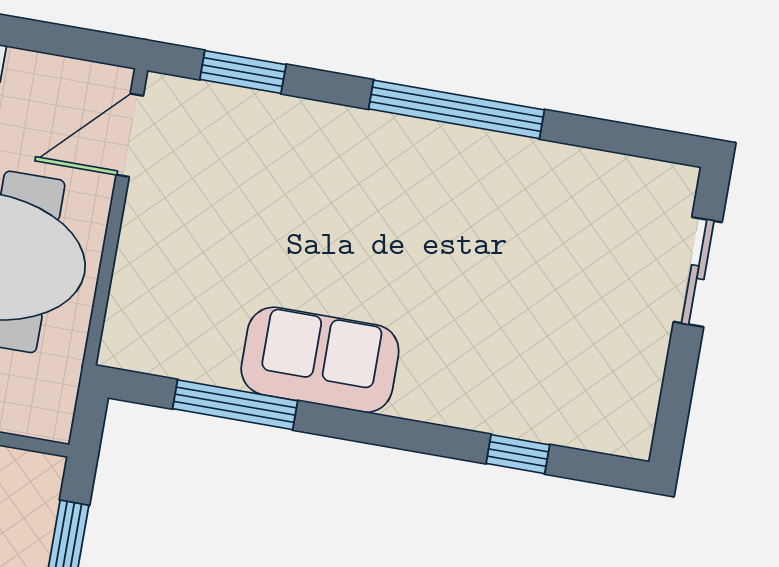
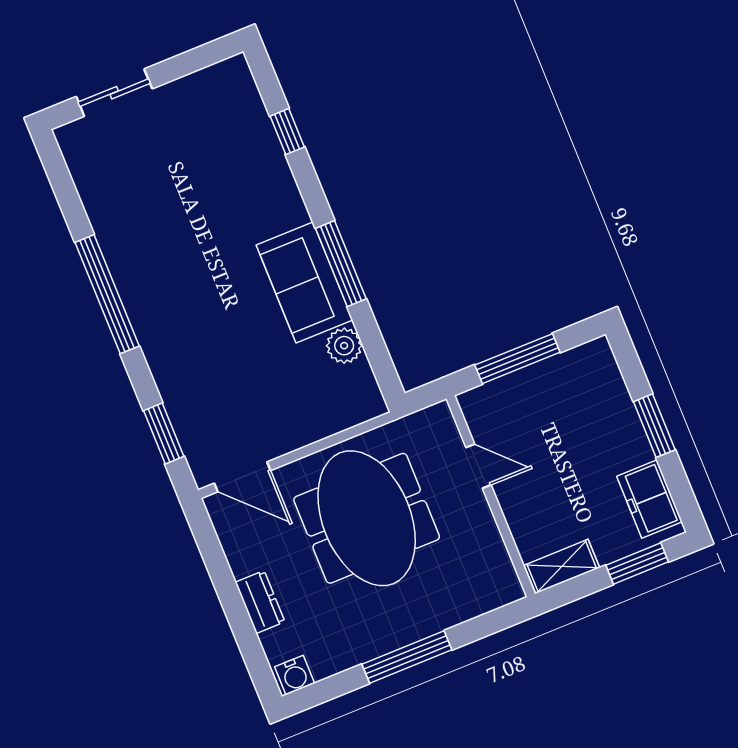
plant: (212, 360) -> (344, 346), added
window: (235, 405) -> (341, 264), moved

